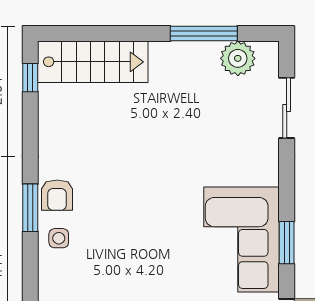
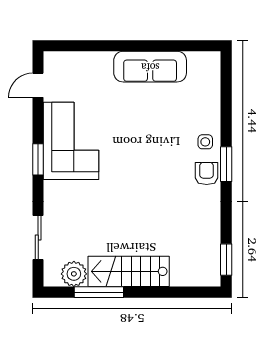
stairs: (93, 62) -> (129, 271), moved
window: (30, 78) -> (226, 260), width x1.50
window: (287, 243) -> (38, 159), moved

